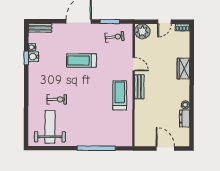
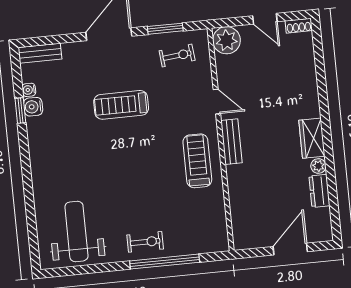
door: (164, 22) -> (265, 19), hinge flipped
wardrobe: (183, 69) -> (312, 138), moved
exercise bike: (57, 99) -> (145, 242), moved
door: (165, 149) -> (290, 249), hinge flipped

